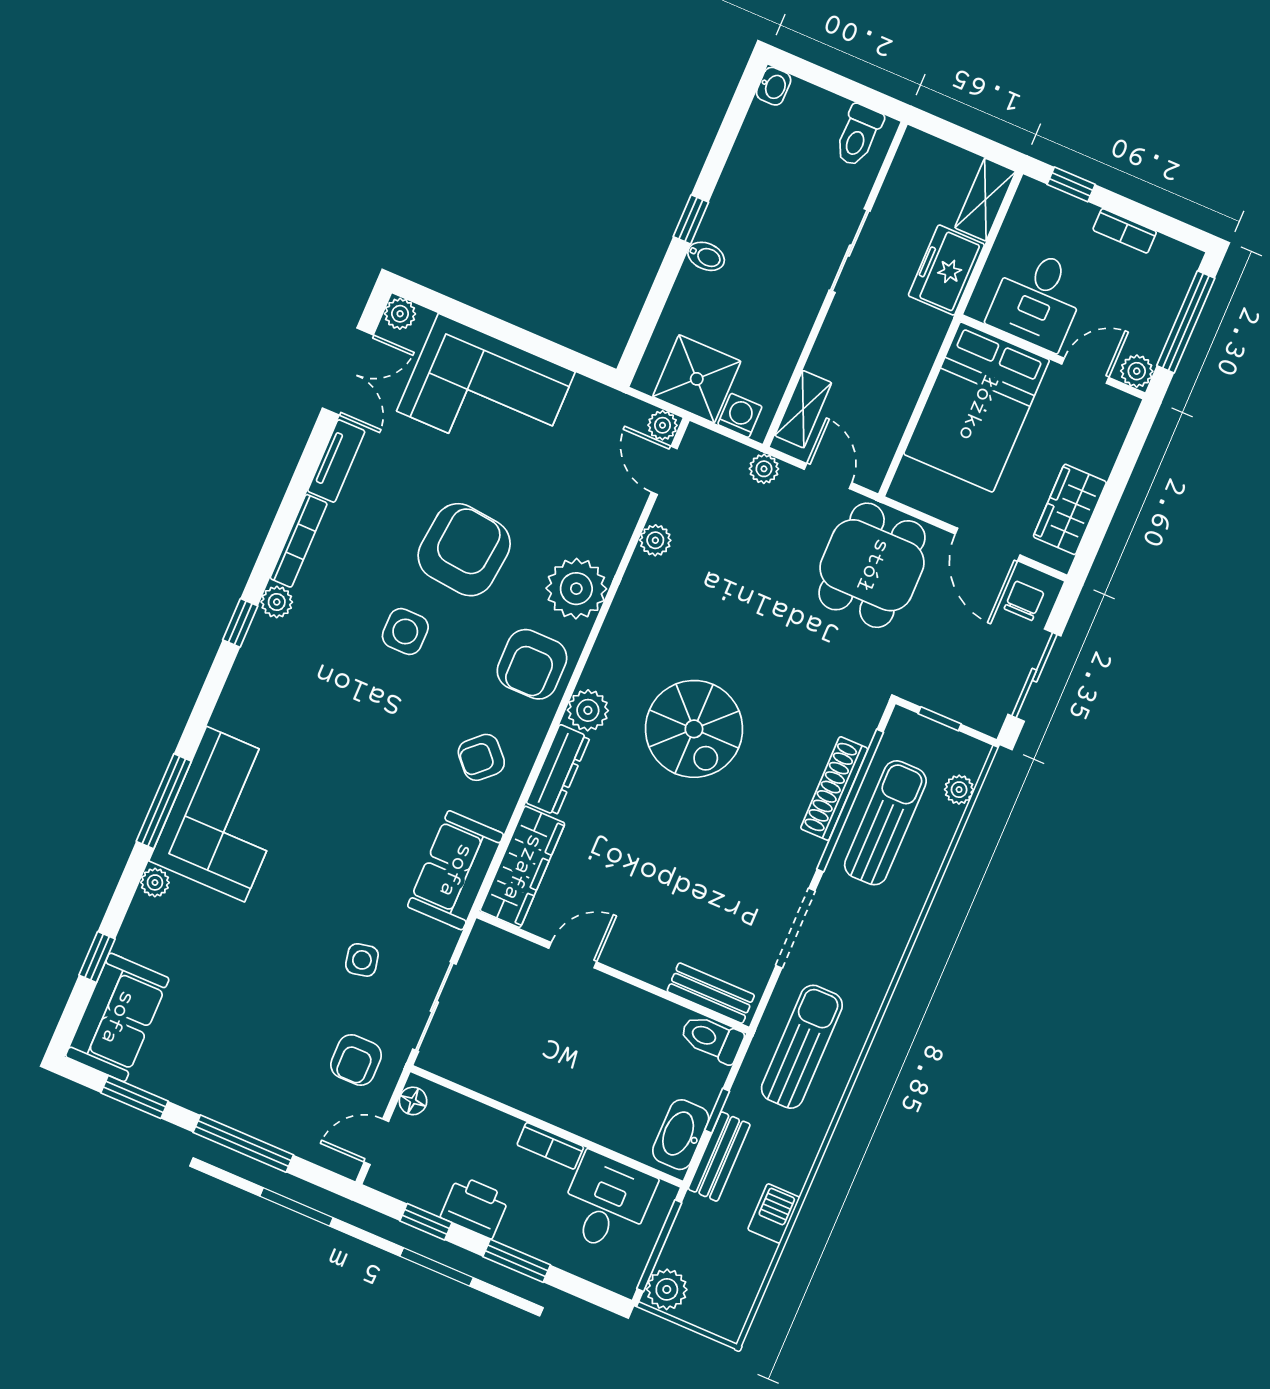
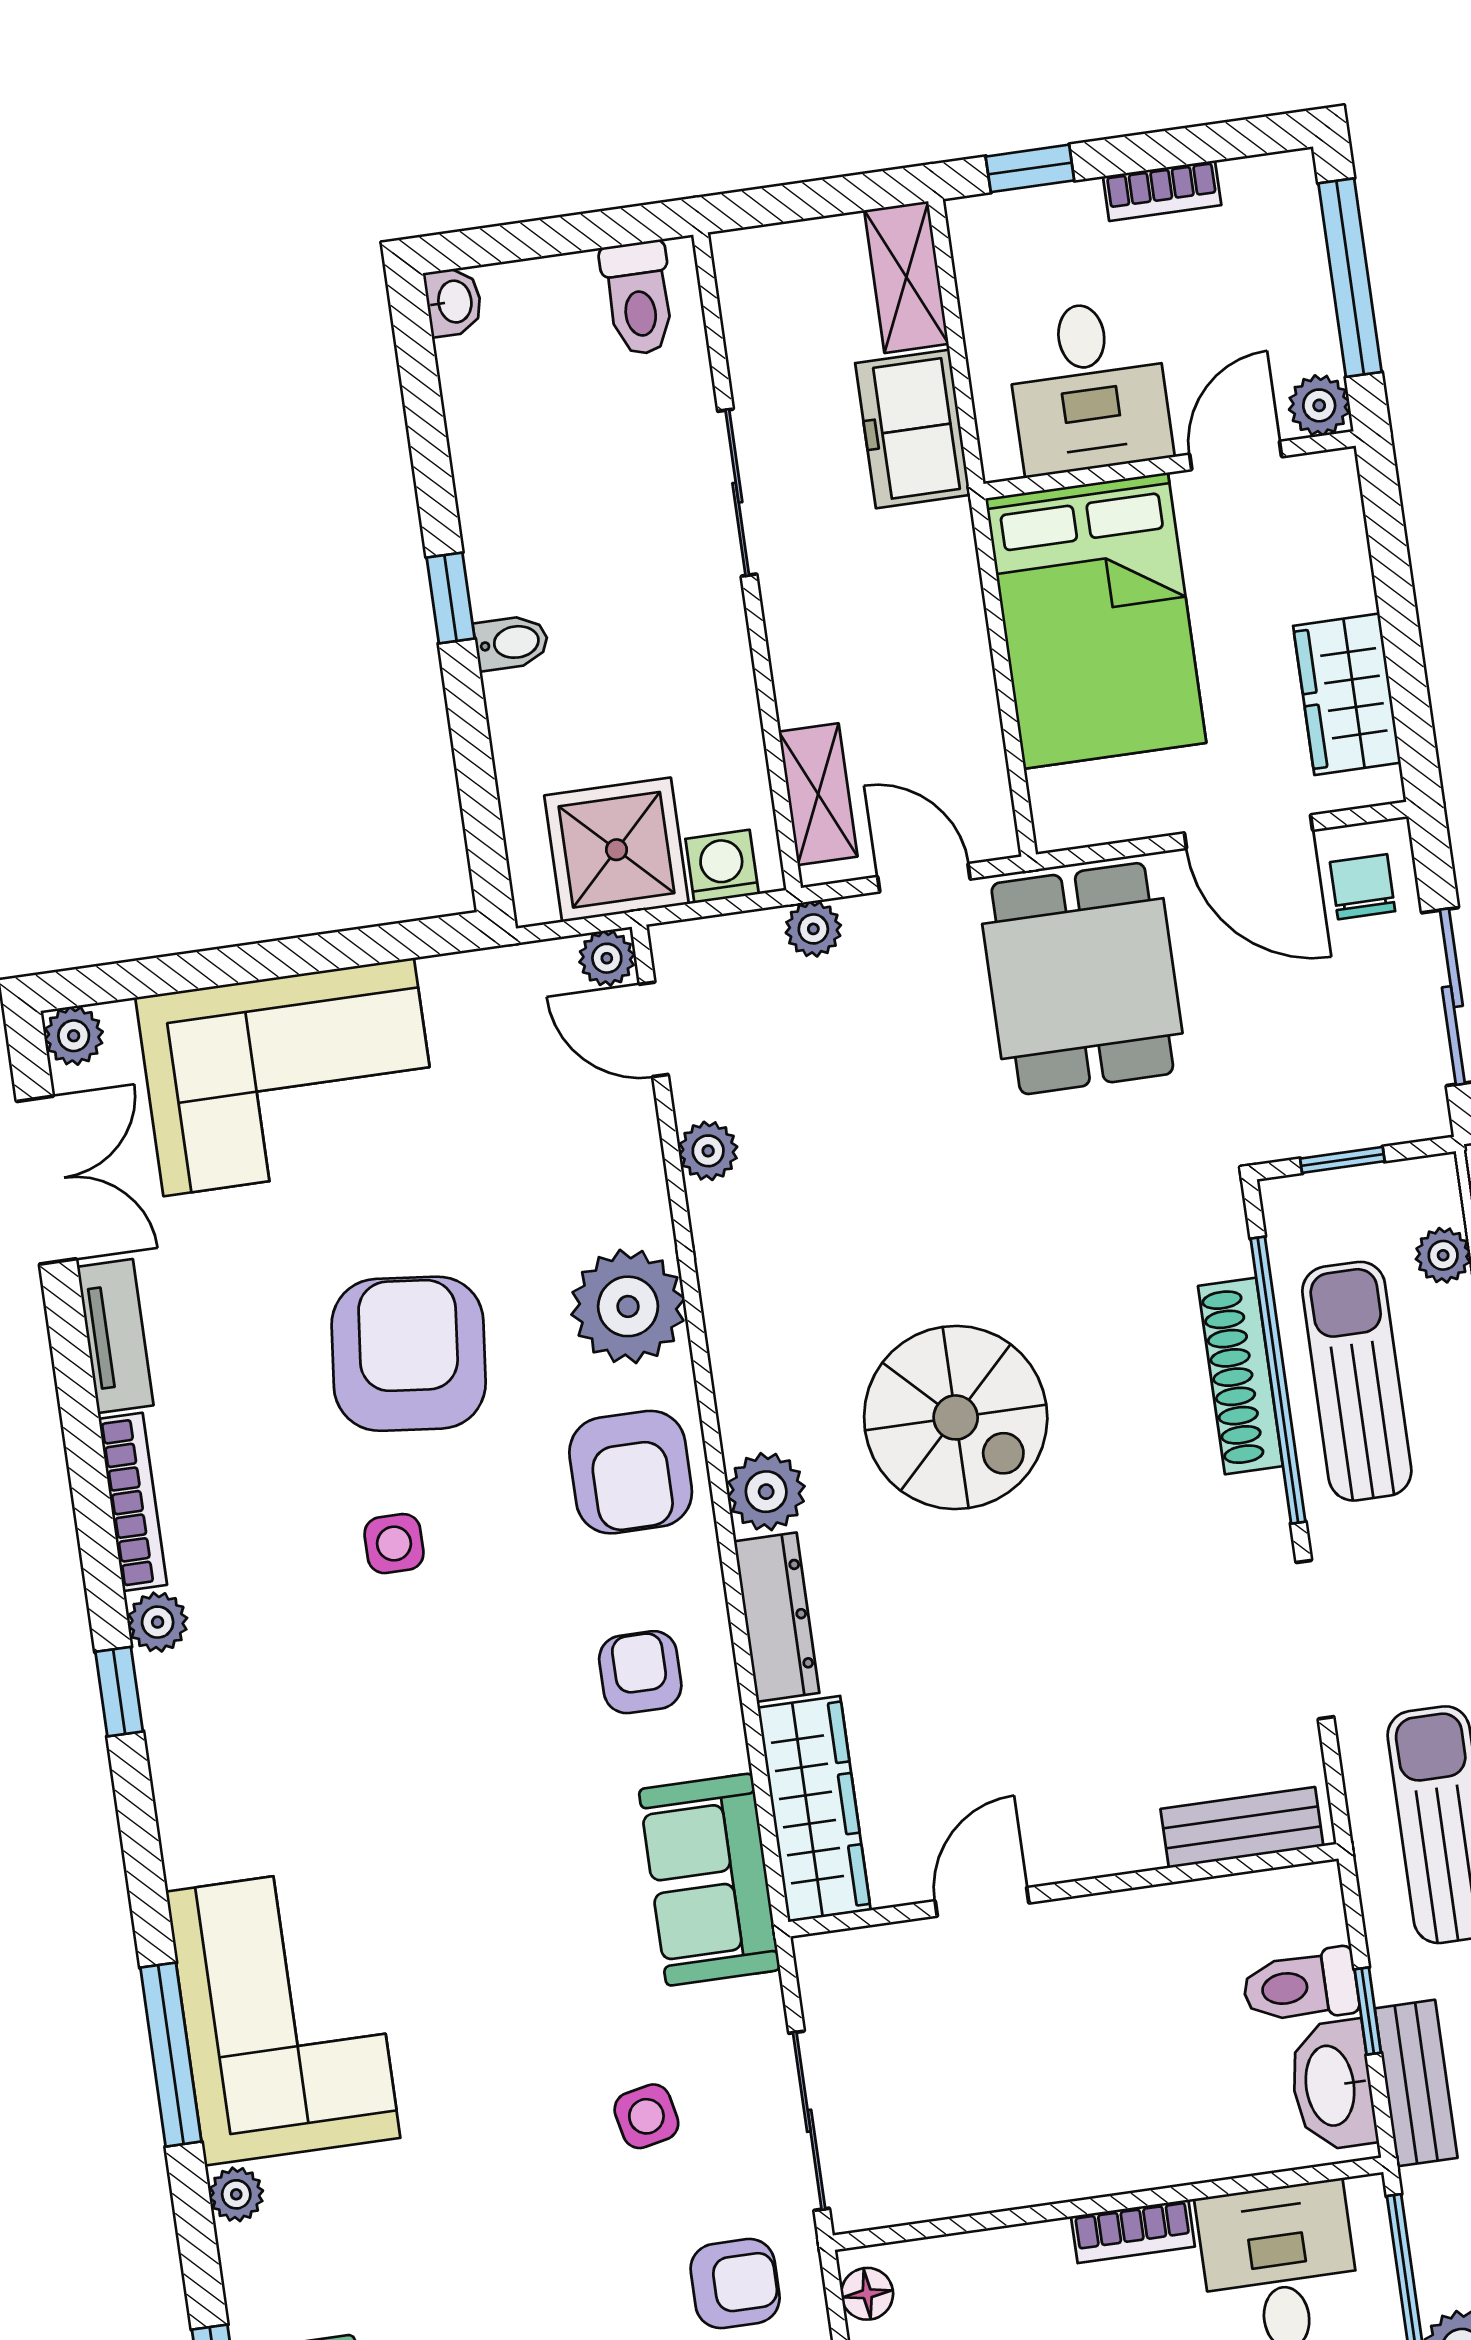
side table: (405, 631) -> (394, 1544), width x0.73, depth x0.73
armchair: (481, 757) -> (640, 1672), turned 133
toilet: (712, 1039) -> (1300, 1986), moved
armchair: (356, 1060) -> (735, 2284), turned -90

